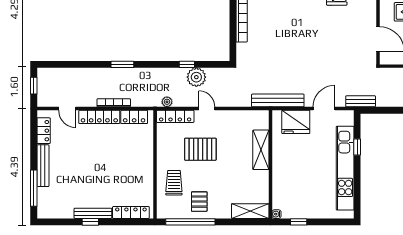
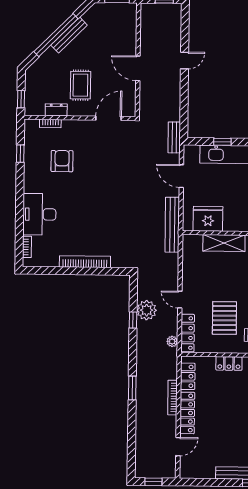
door: (207, 109) -> (180, 300), hinge flipped
fridge: (296, 122) -> (208, 219), moved, turned -90
locker: (44, 131) -> (229, 363), moved, turned 180
pallet: (200, 149) -> (224, 318), moved

